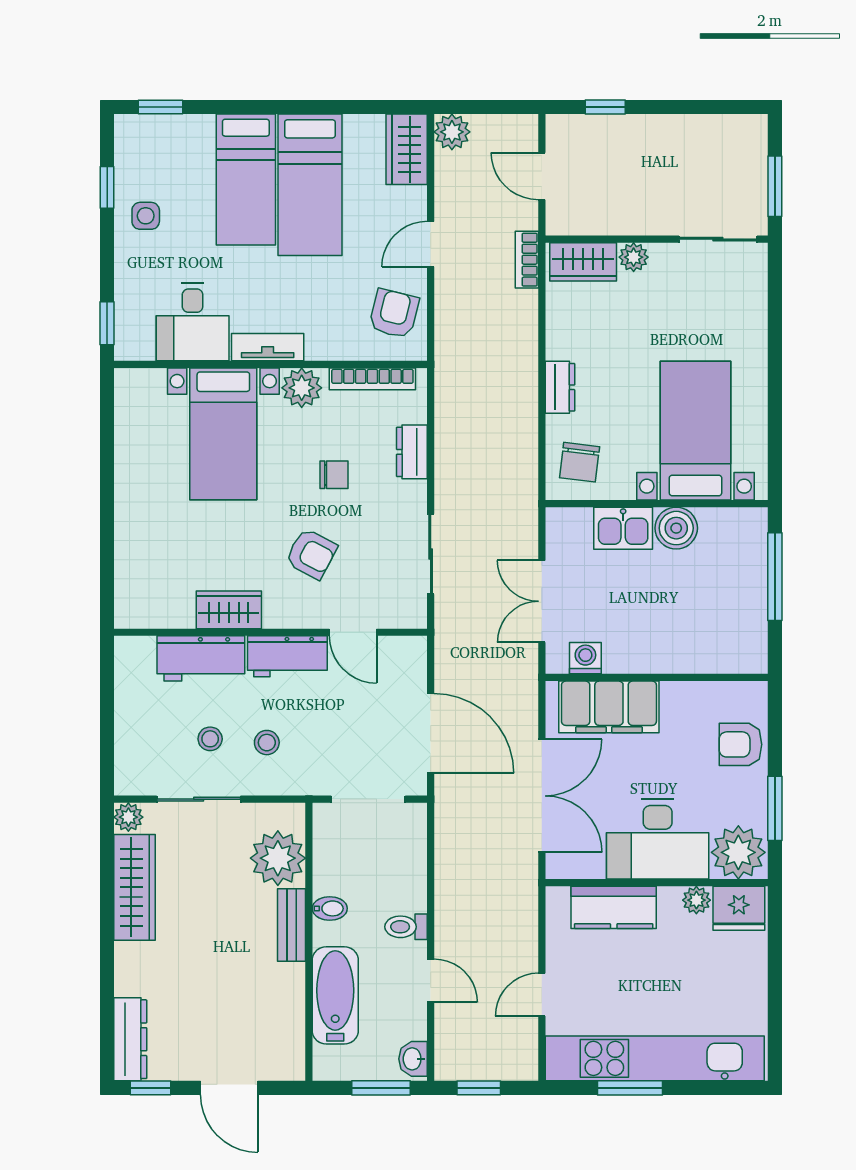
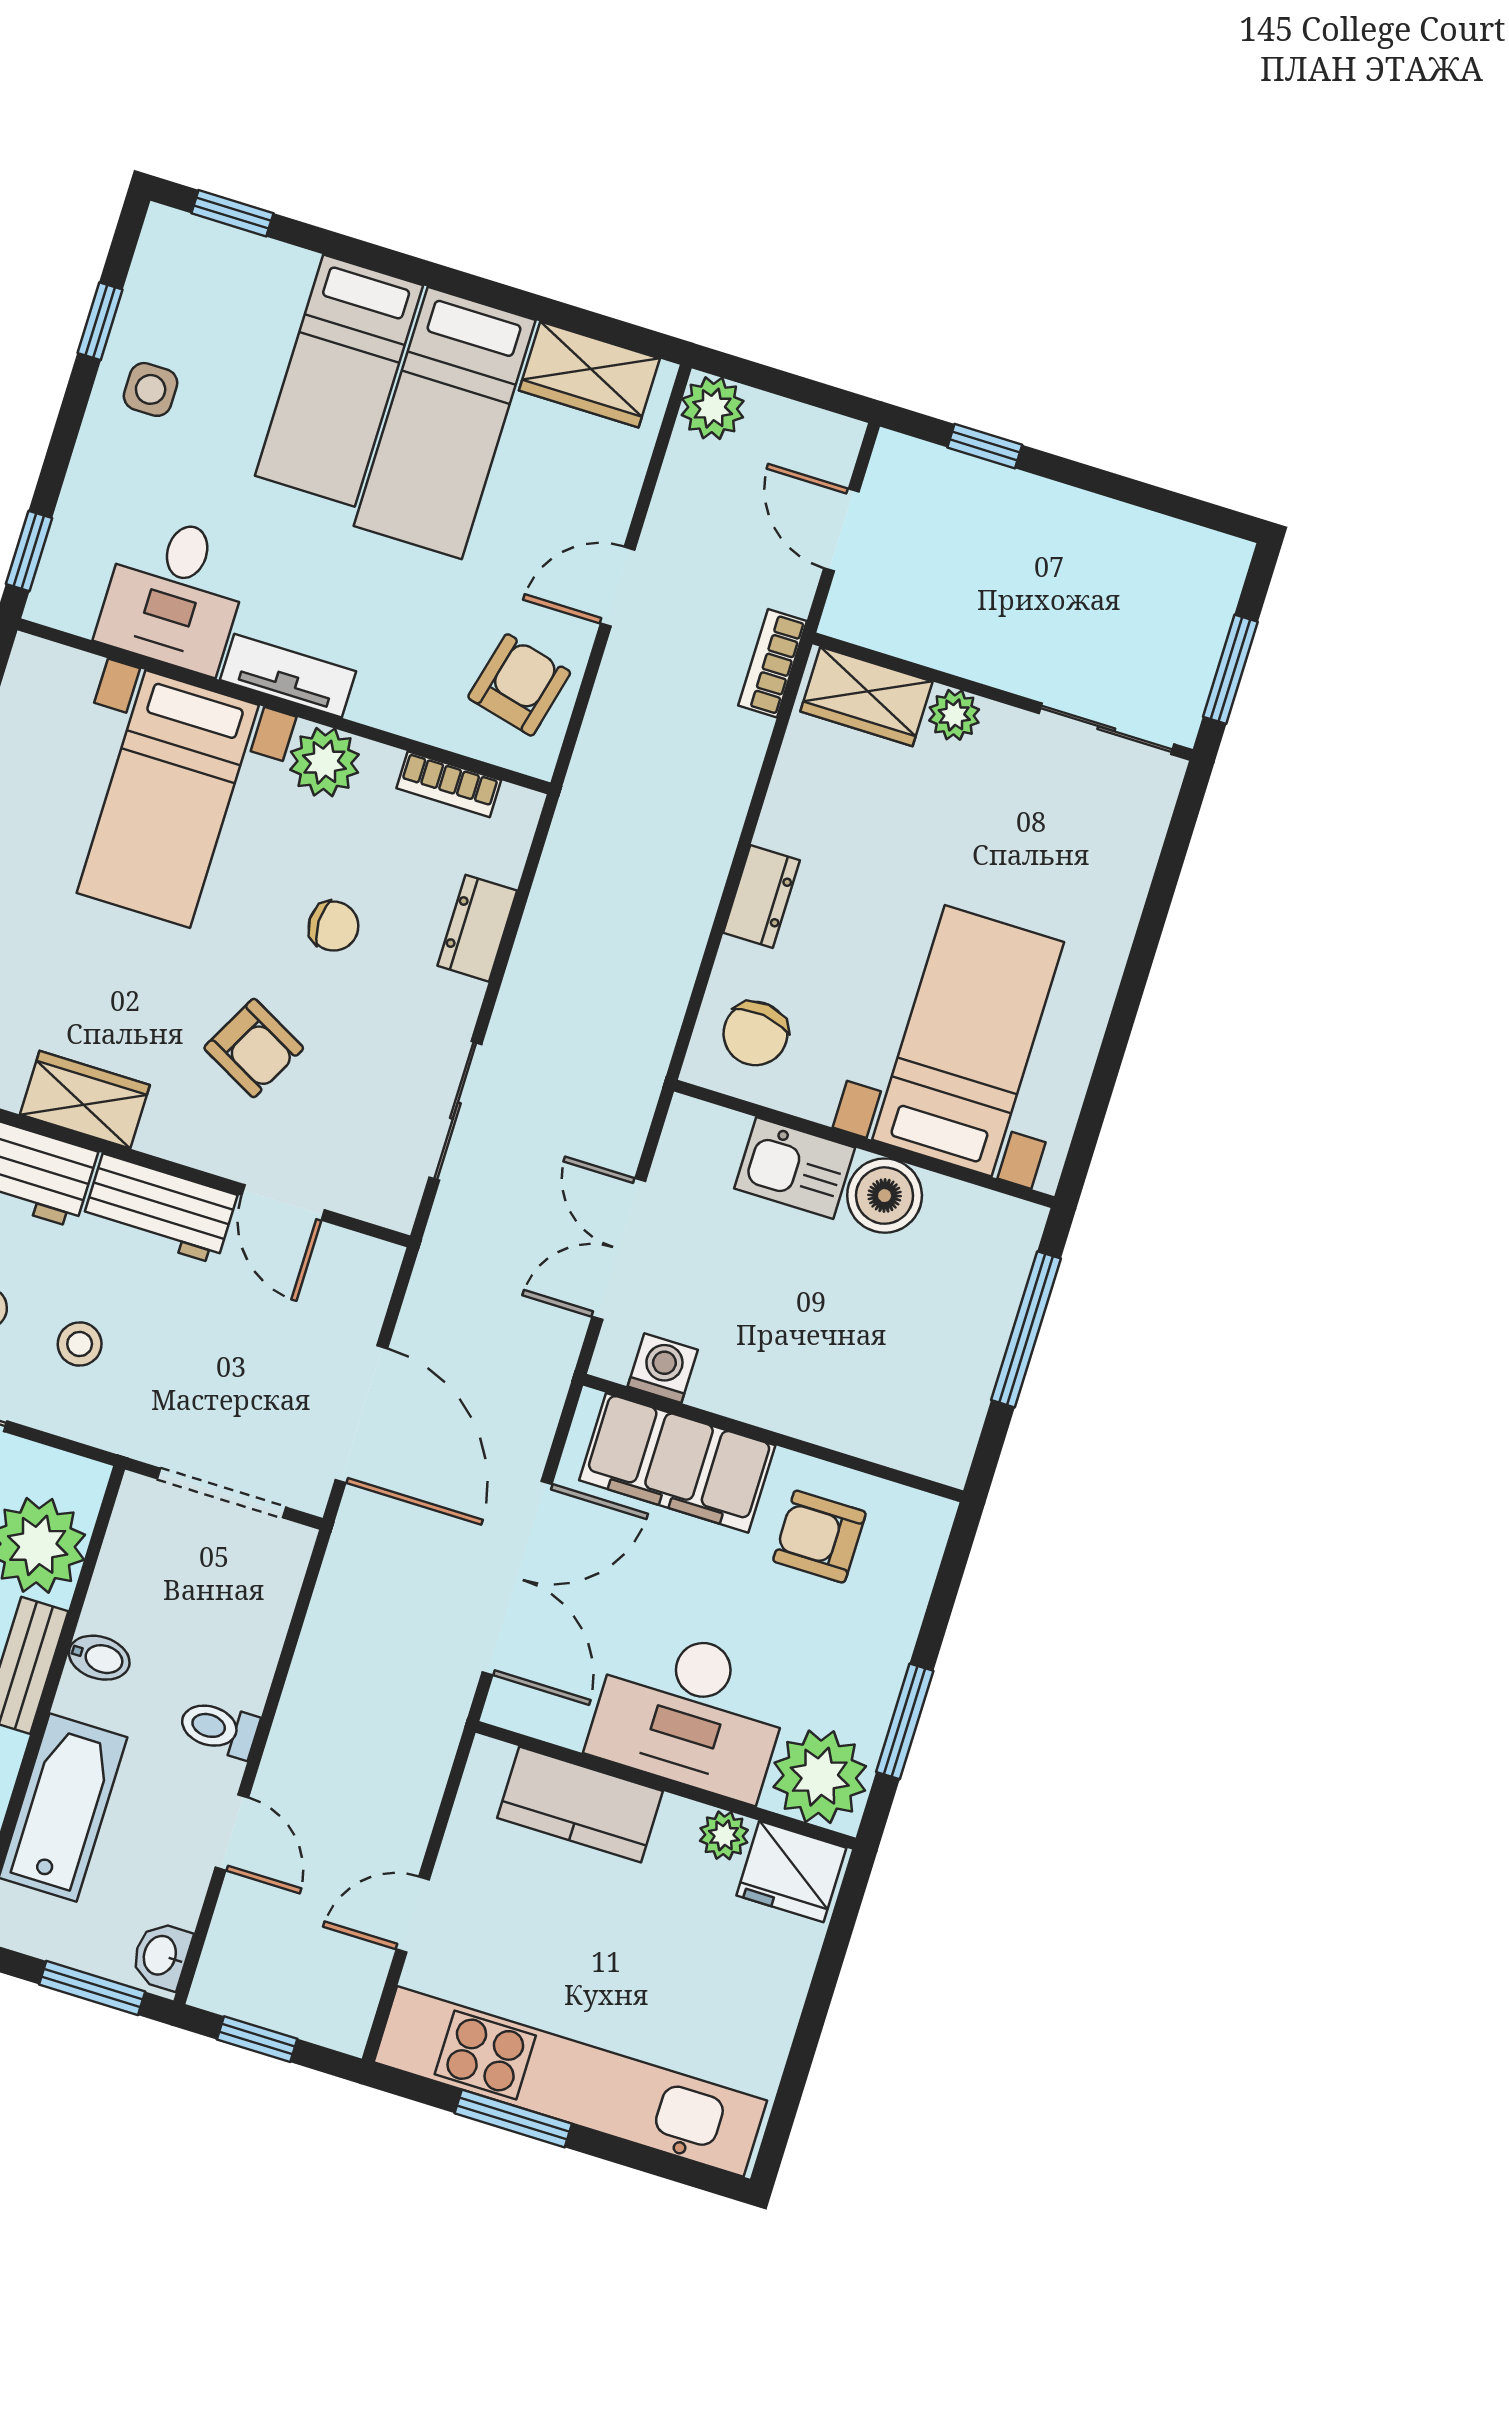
wardrobe: (407, 149) -> (589, 375), moved, turned -90
bookcase: (372, 379) -> (449, 784), width x0.64
armchair: (740, 744) -> (819, 1537), moved

